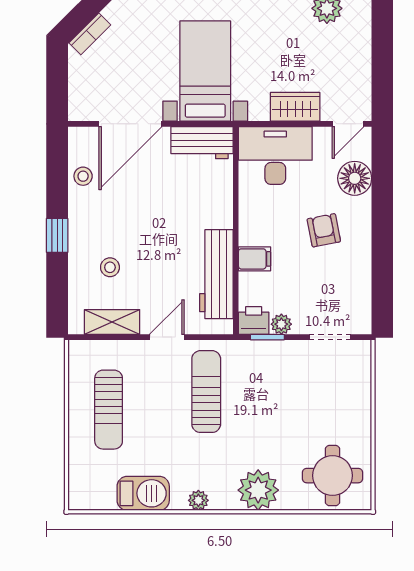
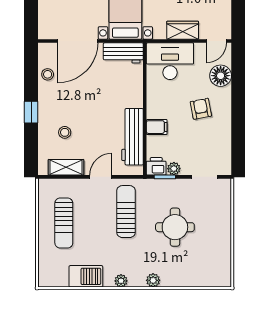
round table: (332, 476) -> (175, 227), moved
plant: (258, 490) -> (153, 280), width x0.53, depth x0.53

